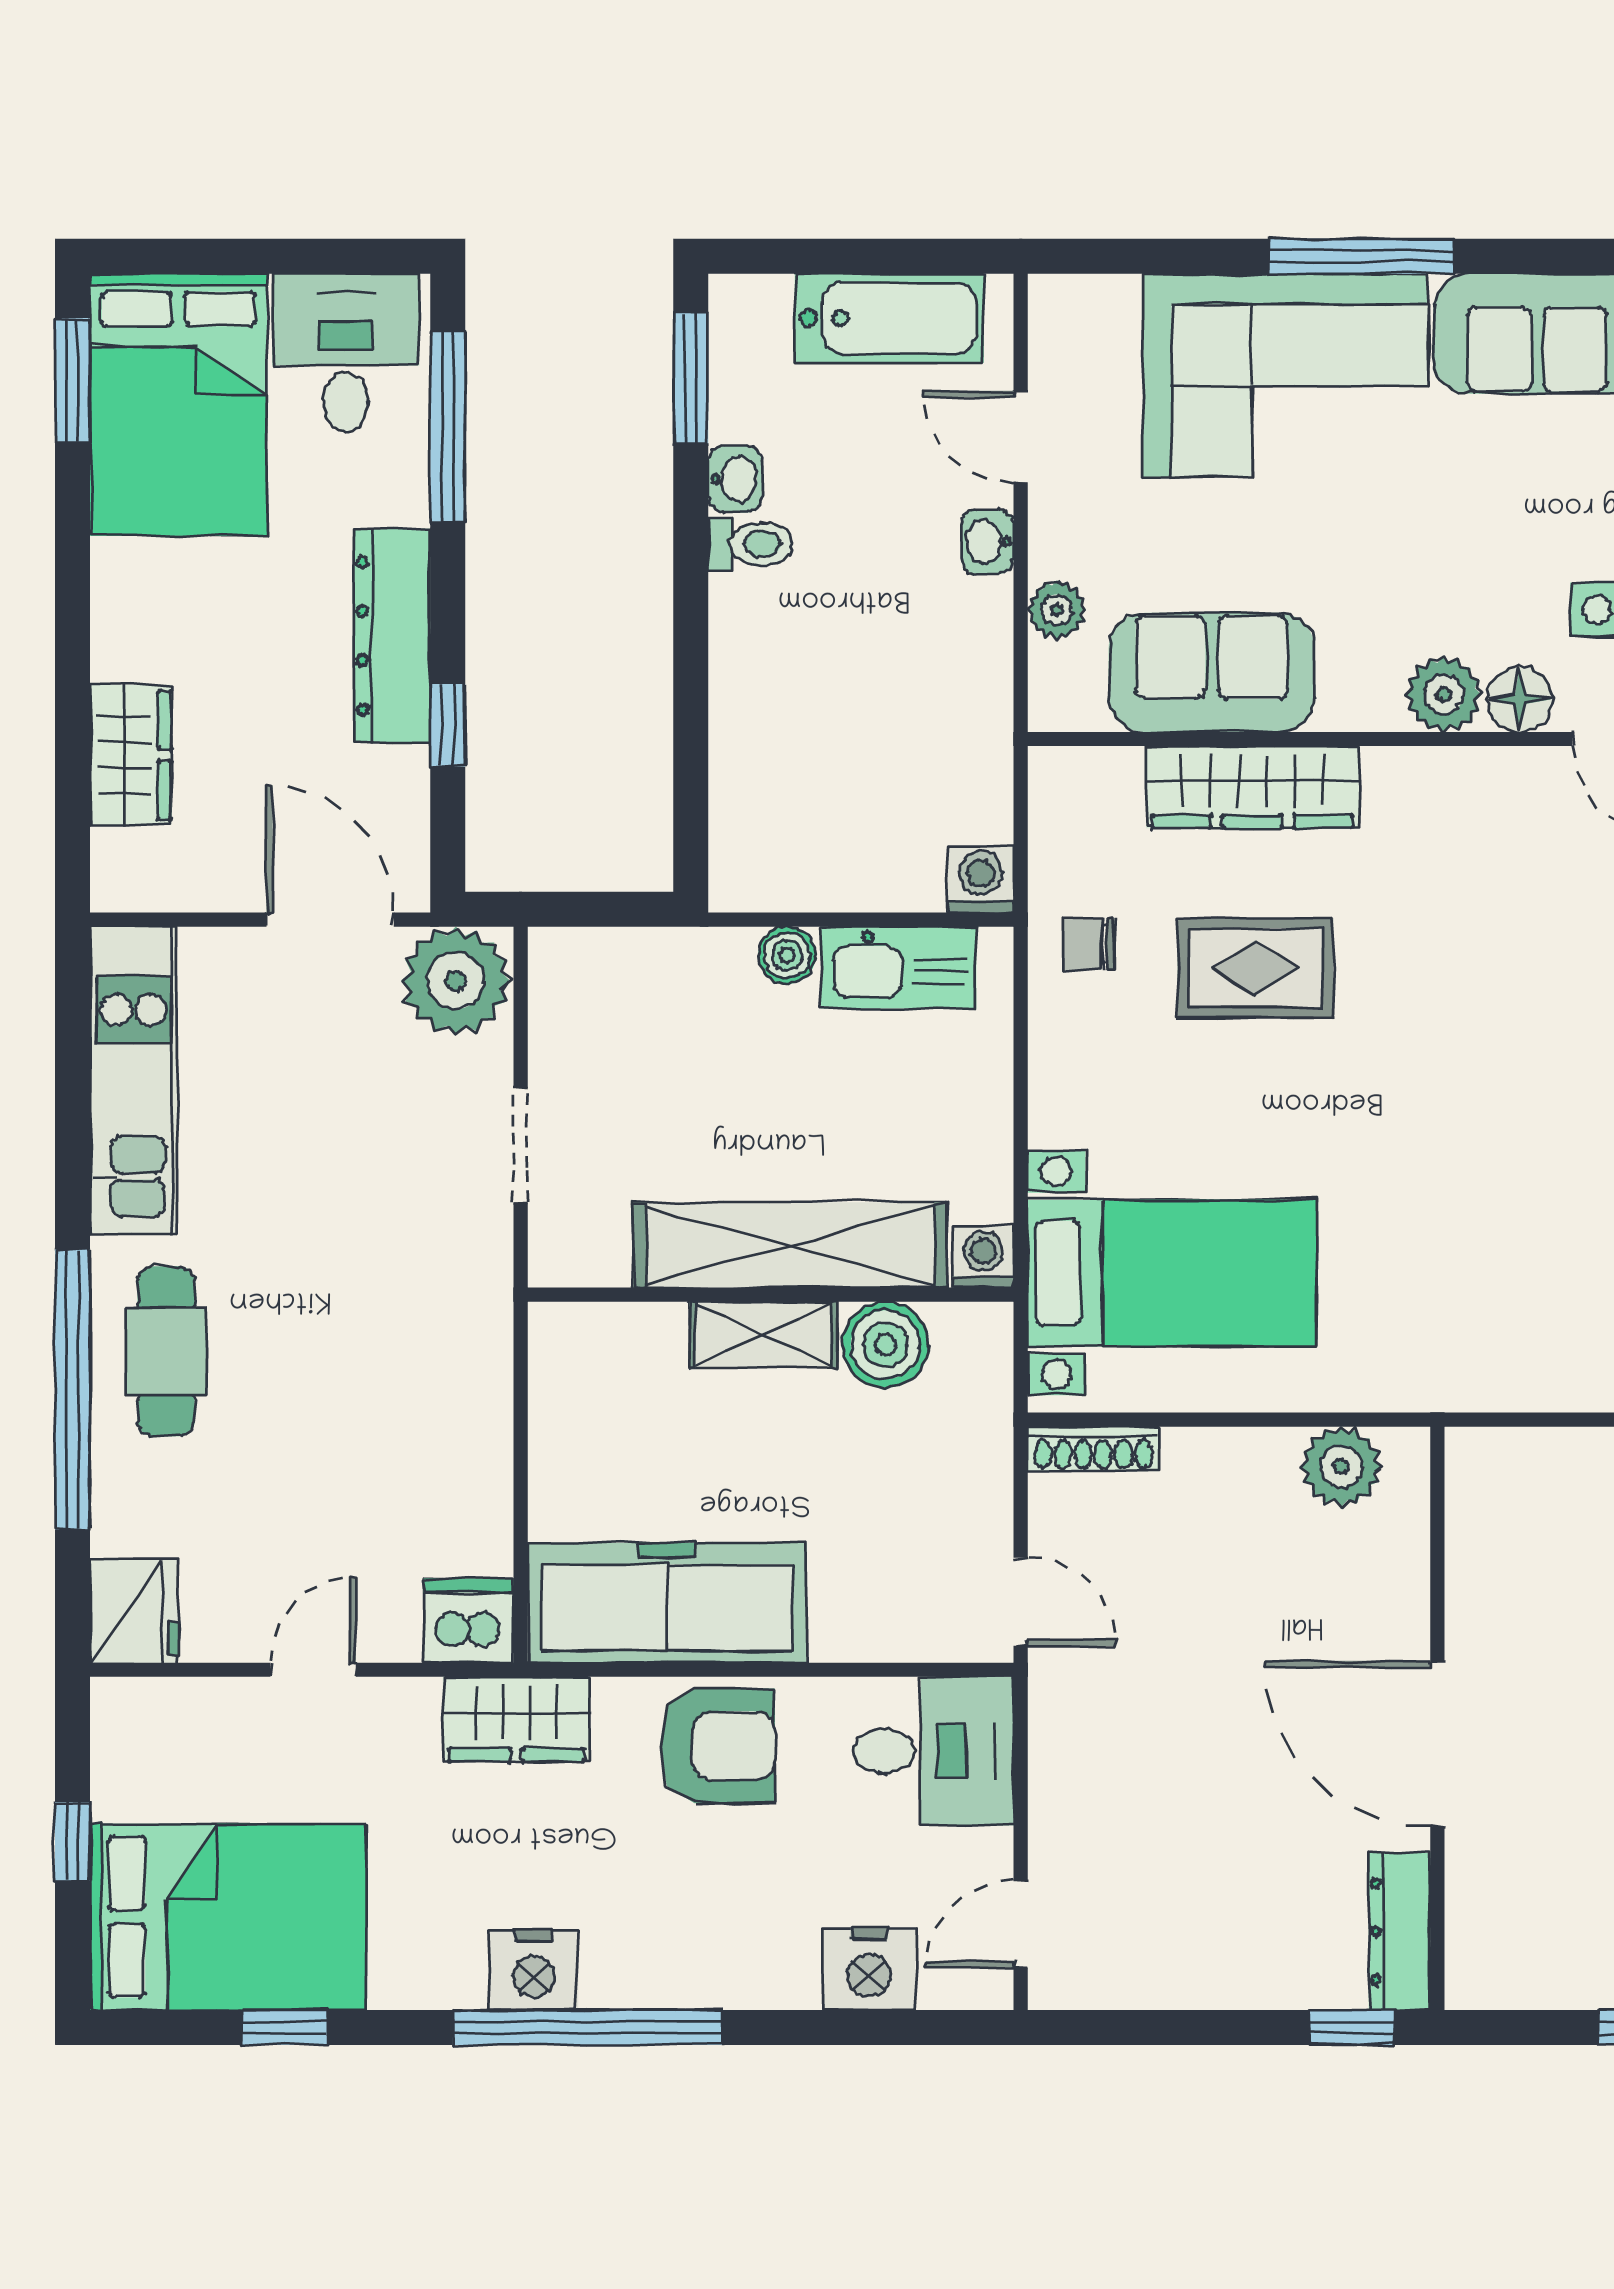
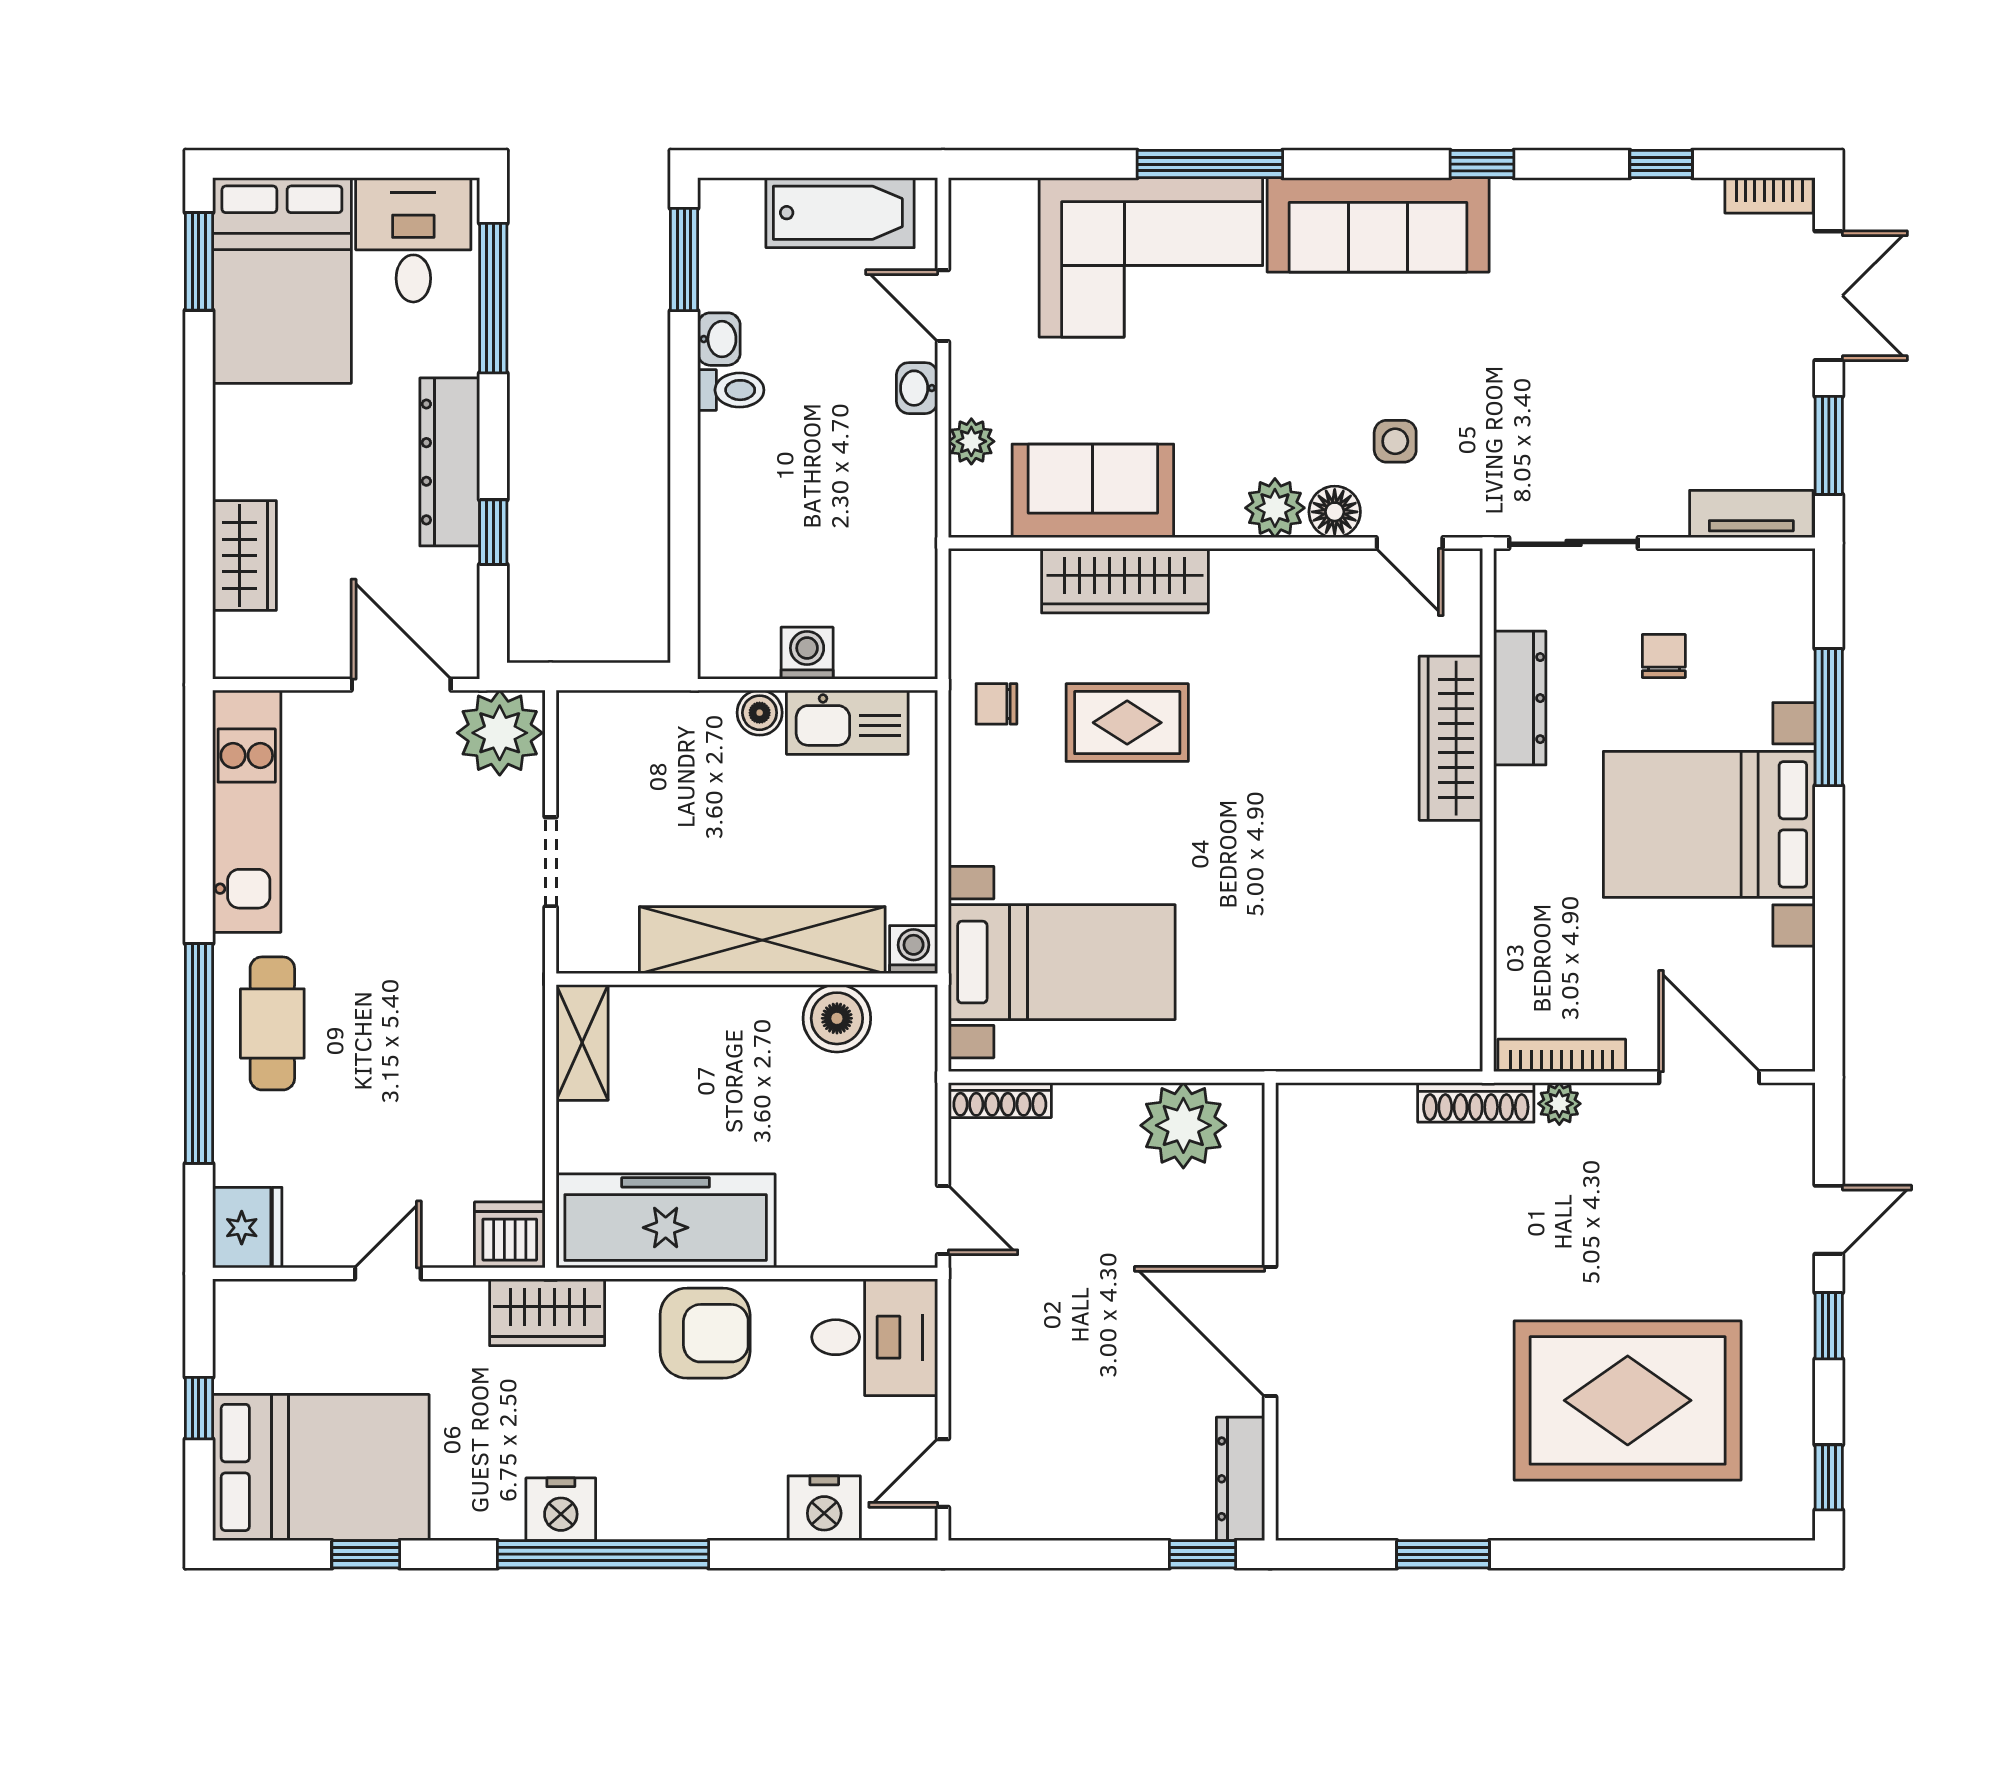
washing machine: (981, 879) -> (807, 653), moved
shelving: (763, 1335) -> (582, 1042), moved, turned 90
plant: (1341, 1467) -> (1183, 1125), width x1.36, depth x1.36

